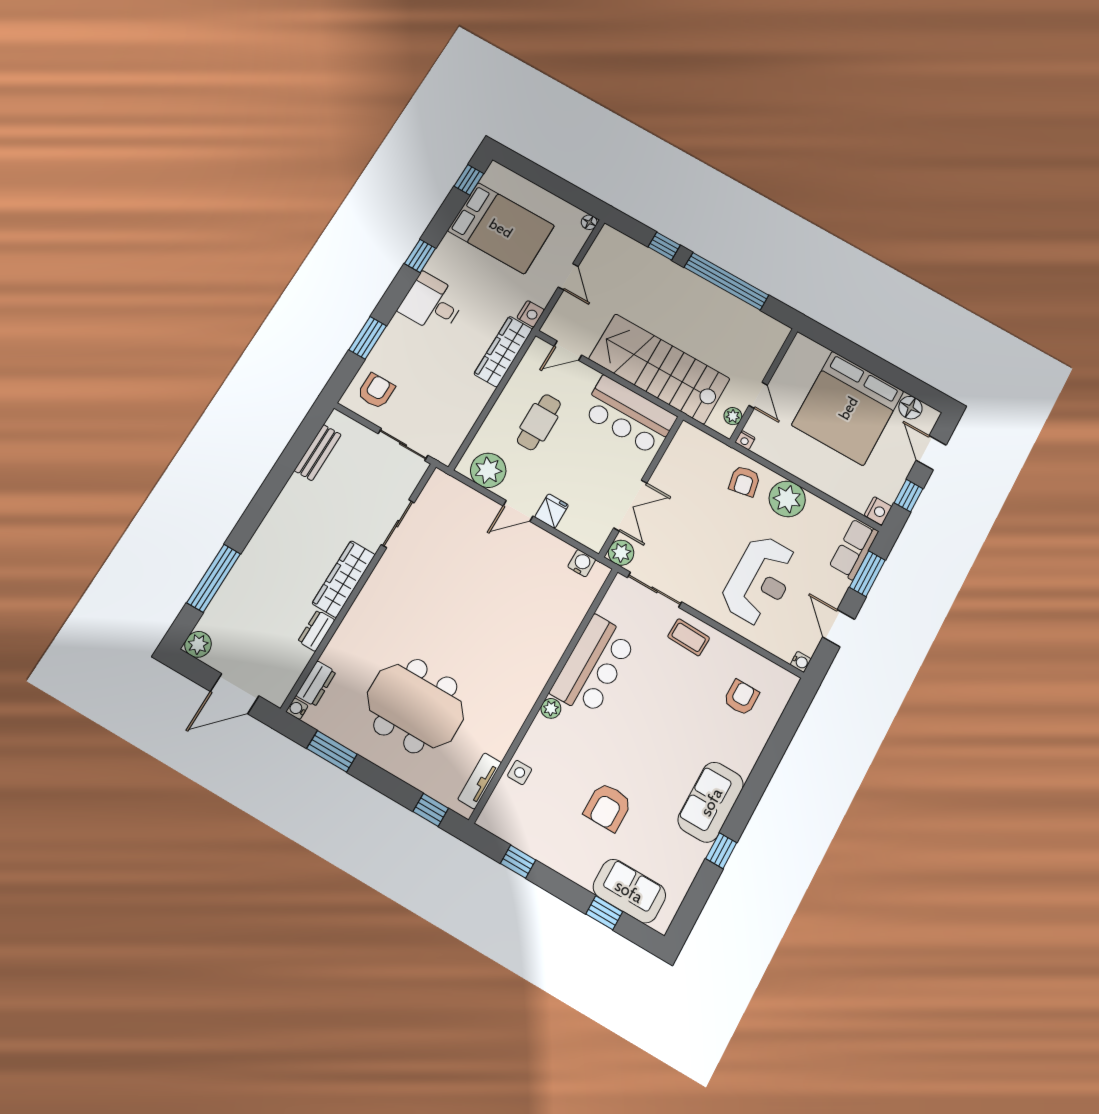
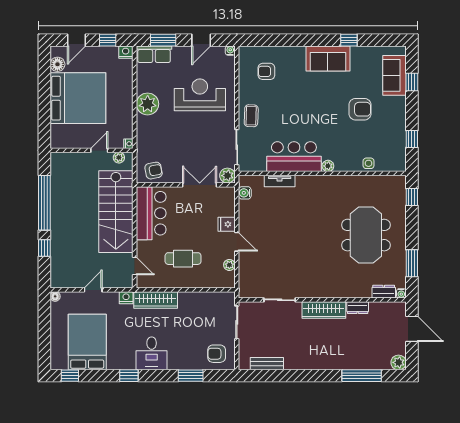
plant: (488, 470) -> (229, 265), width x0.53, depth x0.53
armchair: (744, 481) -> (154, 171), moved
tv unit: (480, 781) -> (280, 181), moved

